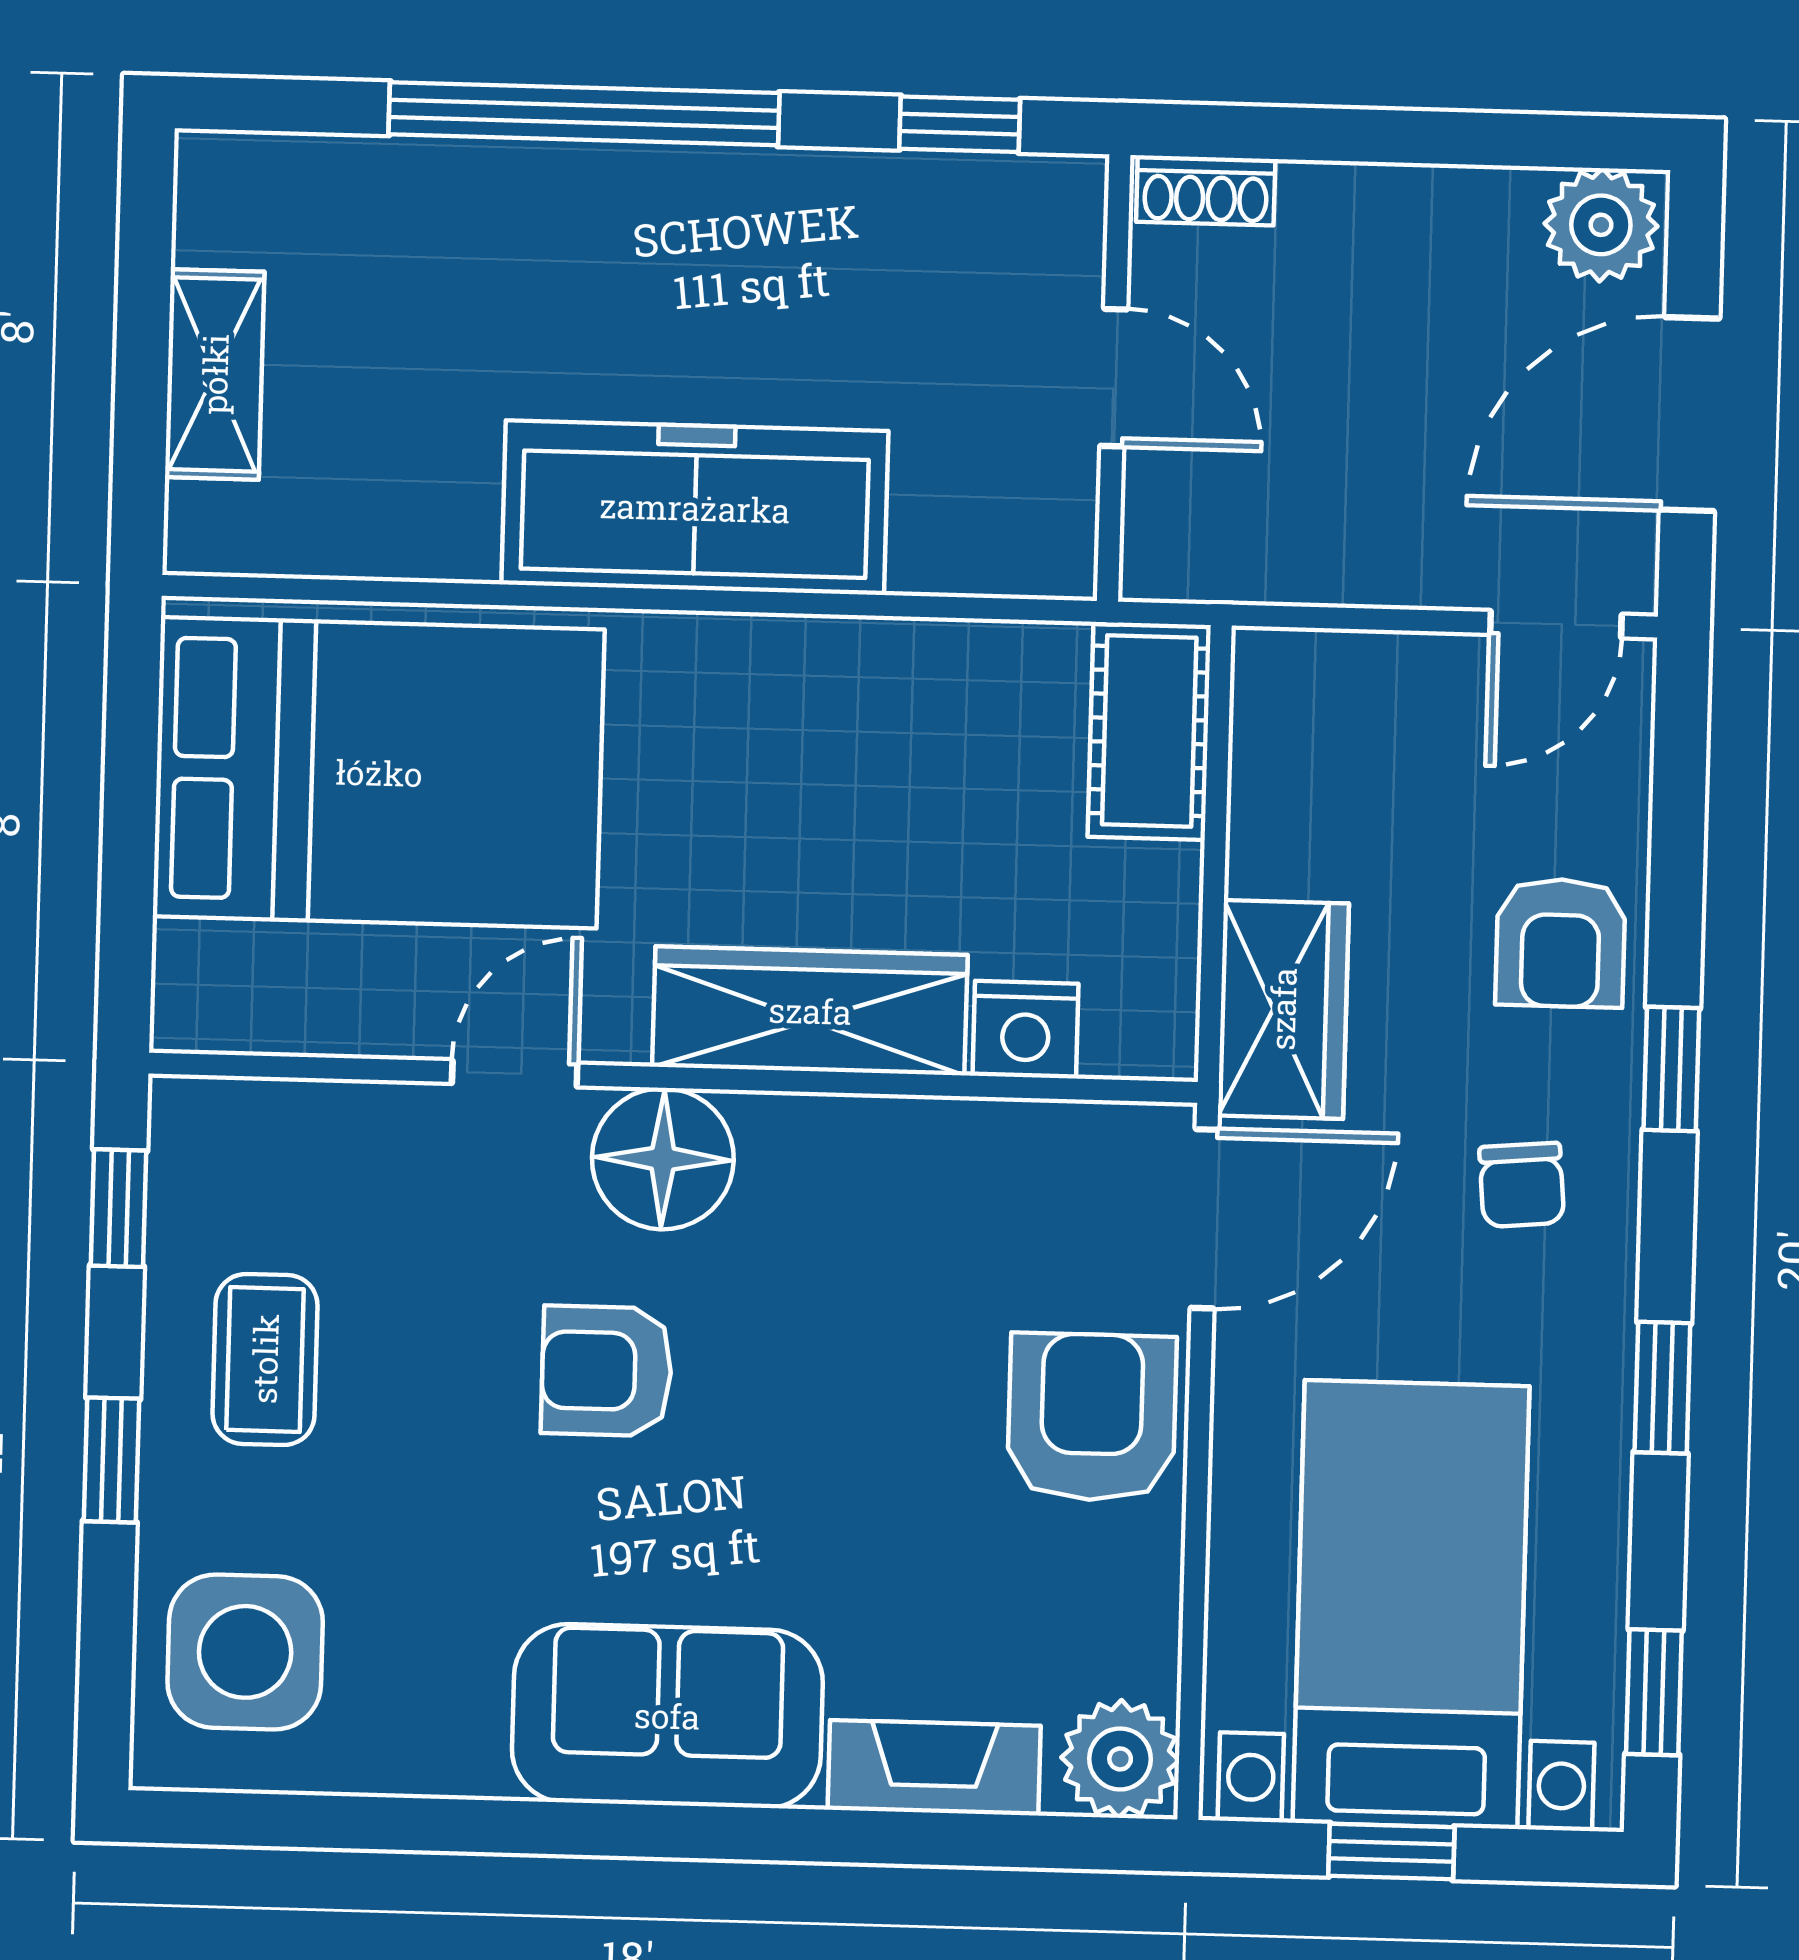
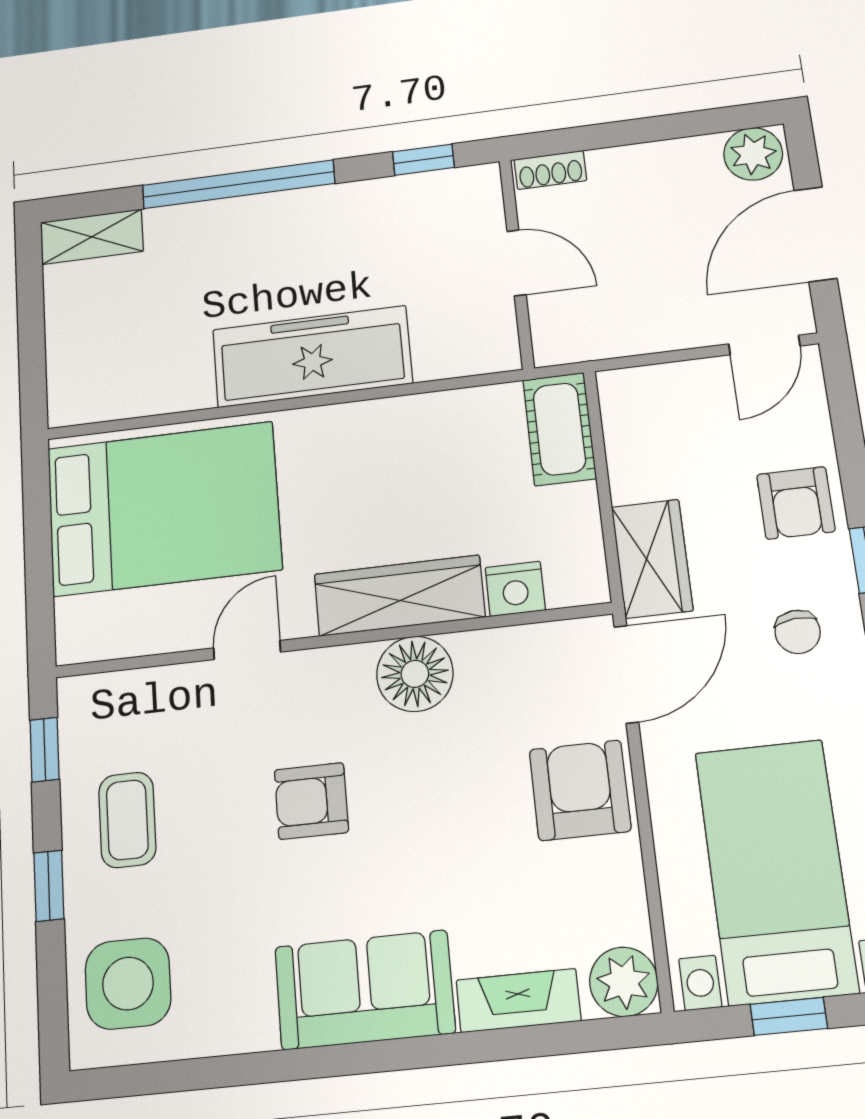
shelving: (215, 374) -> (92, 237), moved, turned 90
floor lamp: (663, 1159) -> (415, 674), moved

